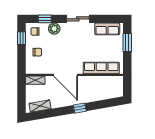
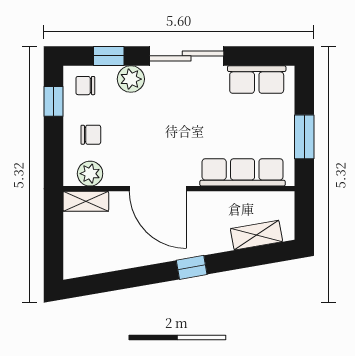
sliding door: (78, 19) -> (187, 56), width x1.37
window: (127, 43) -> (304, 137), moved
plant: (37, 69) -> (90, 174), added
shelving: (40, 106) -> (256, 235), moved

